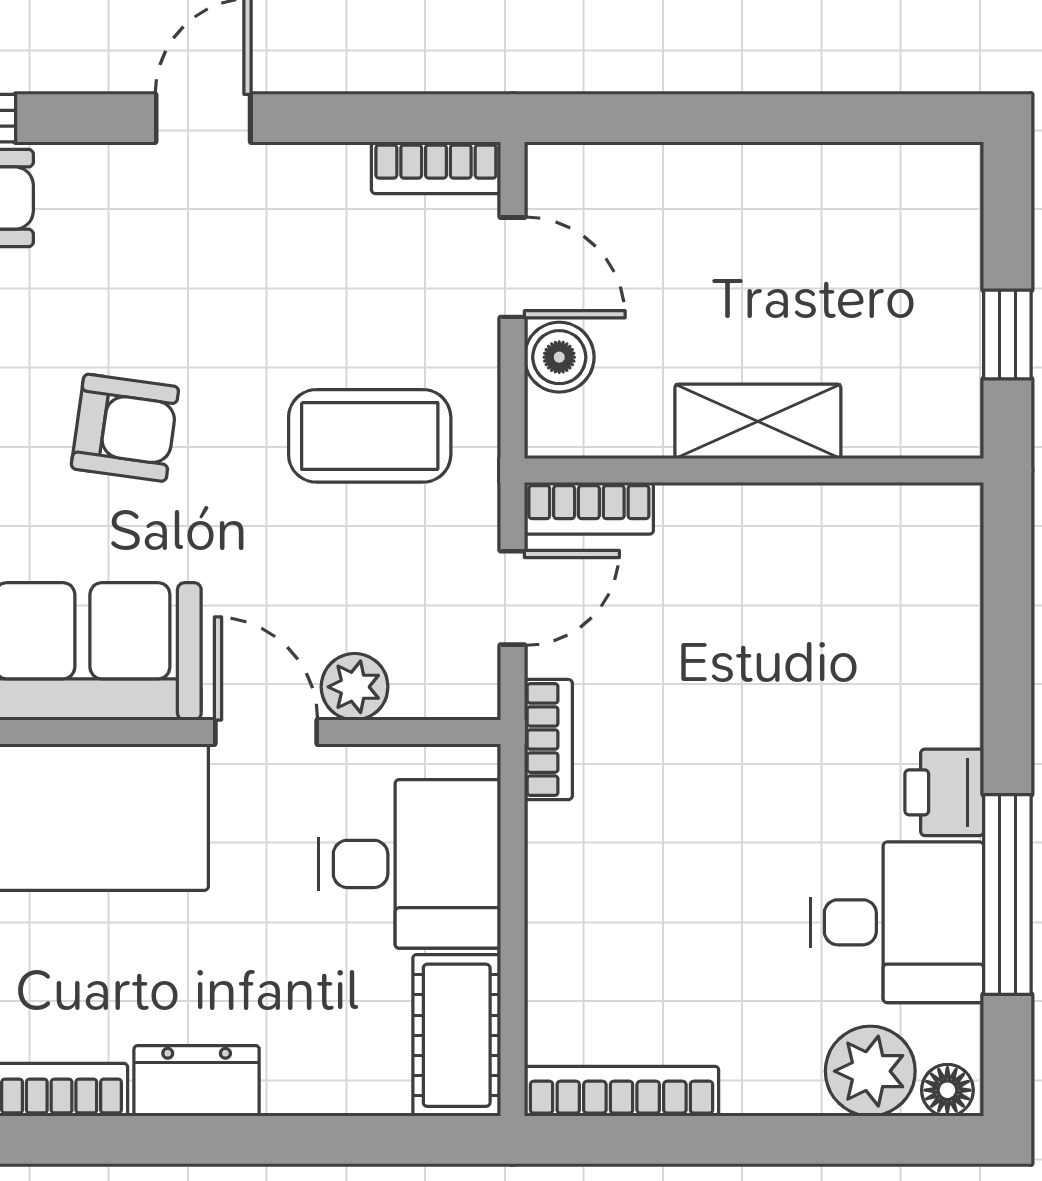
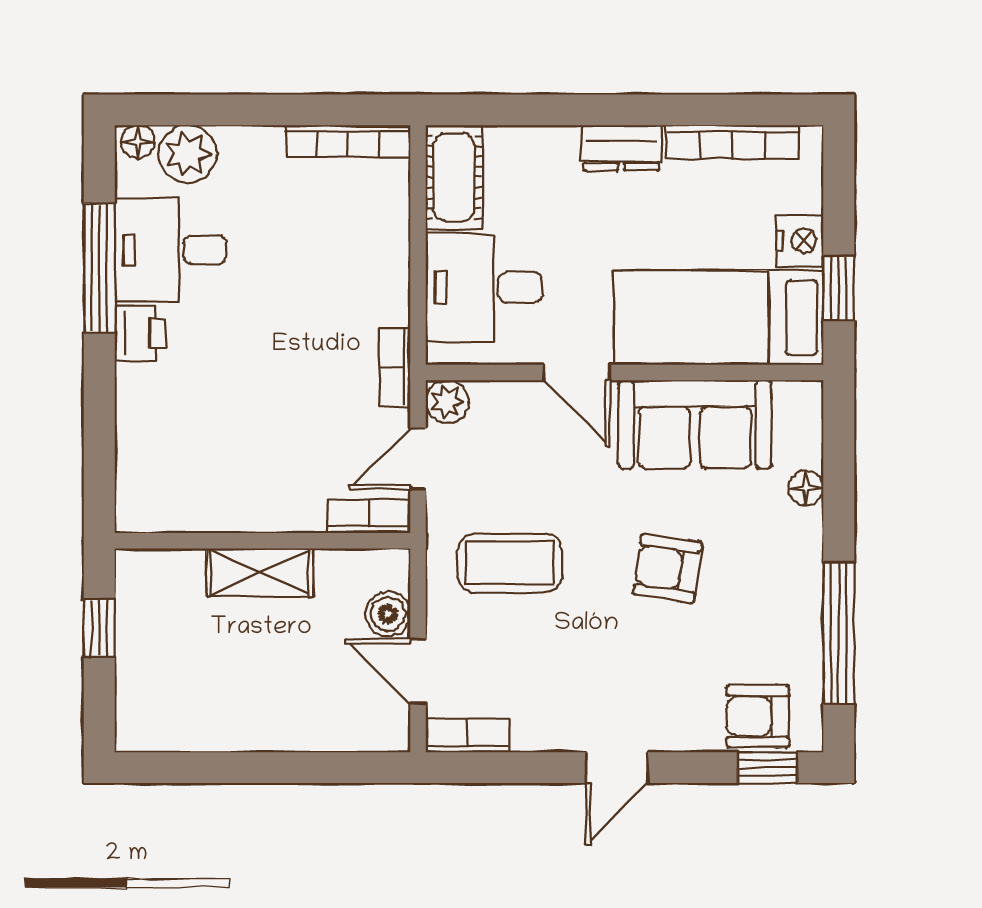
plant: (355, 687) -> (447, 402), moved

